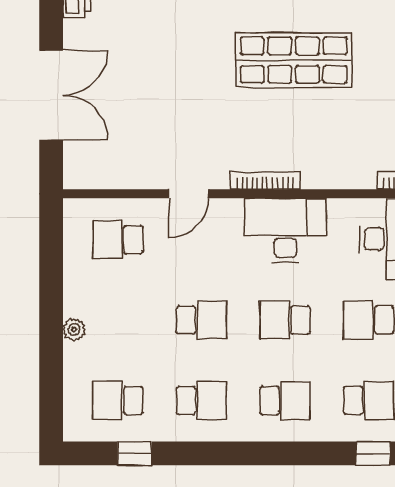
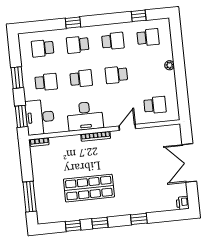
school desk: (201, 400) -> (113, 41), turned 180
window: (373, 453) -> (73, 23), moved

